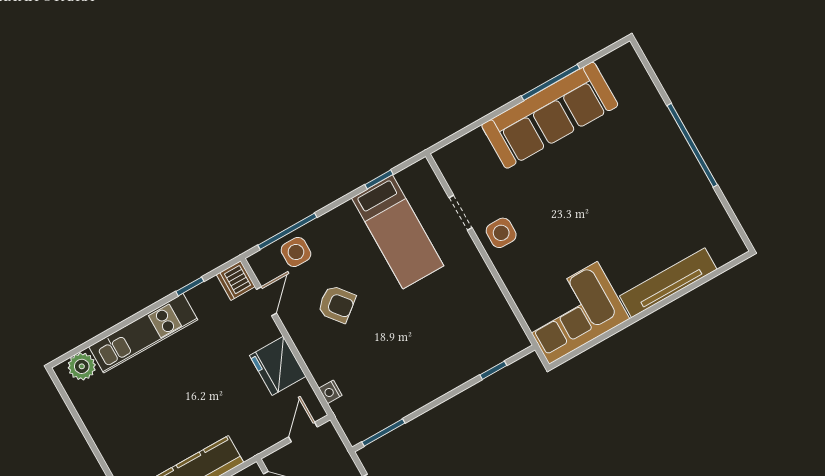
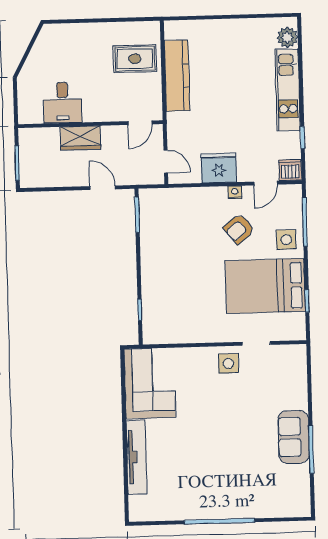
sofa: (550, 115) -> (294, 437), width x0.54, depth x0.79
bed: (398, 232) -> (265, 286), width x1.50
side table: (296, 252) -> (286, 240), moved
door: (266, 301) -> (266, 183), hinge flipped
nightstand: (330, 392) -> (235, 192), moved

